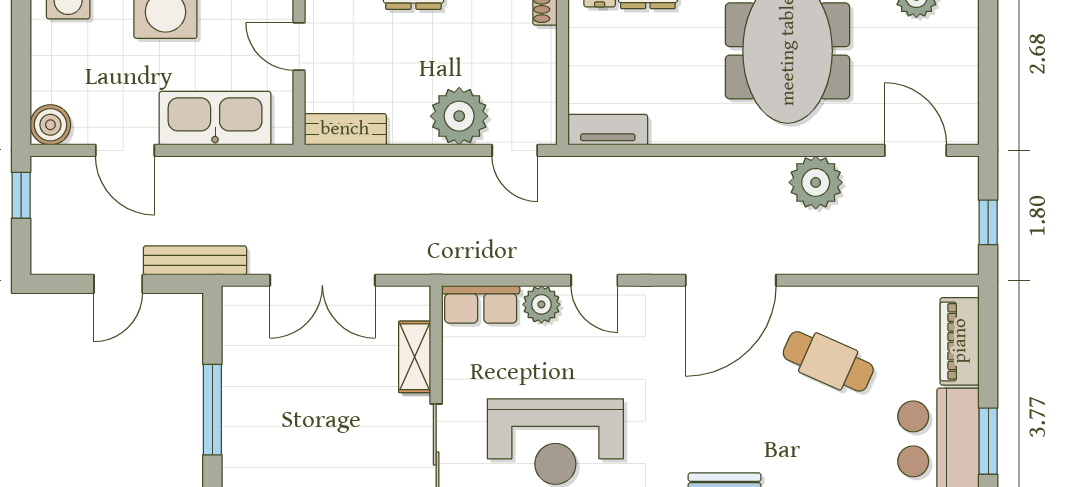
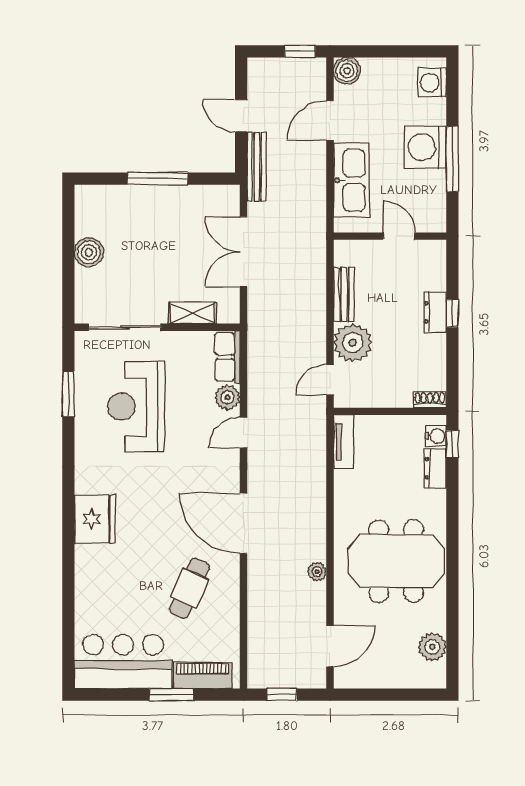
door: (299, 46) -> (399, 236), hinge flipped
bench: (345, 129) -> (344, 294), moved
plant: (816, 182) -> (317, 572), width x0.53, depth x0.53
window: (988, 441) -> (171, 695), moved

